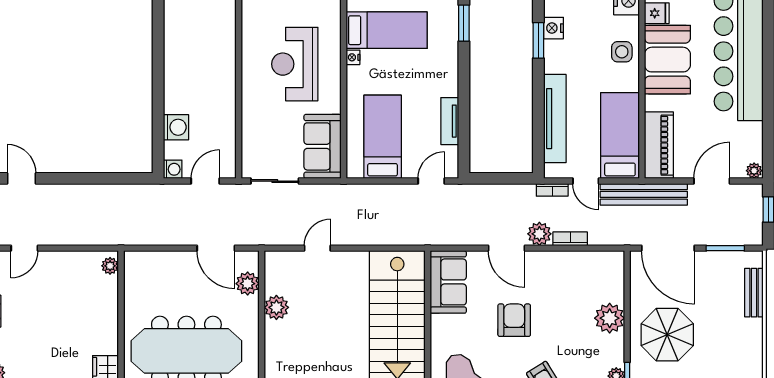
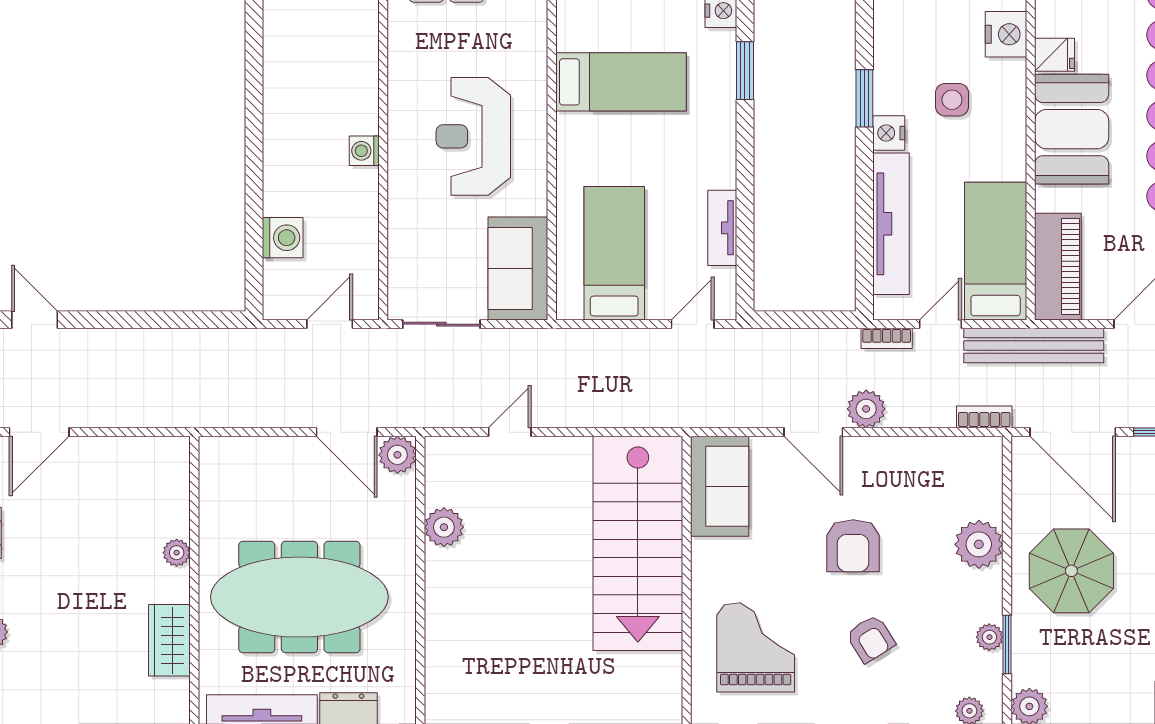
nightstand: (553, 28) -> (889, 133), moved
side table: (622, 52) -> (952, 100), moved
nightstand: (353, 57) -> (567, 126), removed
washing machine: (173, 169) -> (364, 151), moved, turned 180
door: (586, 181) -> (941, 324), swing flipped
bookcase: (570, 239) -> (984, 417), moved
door: (24, 248) -> (39, 432), width x1.38
plant: (110, 266) -> (177, 553), moved
plant: (248, 284) -> (397, 455), moved
armchair: (514, 320) -> (853, 546), moved, turned 180

